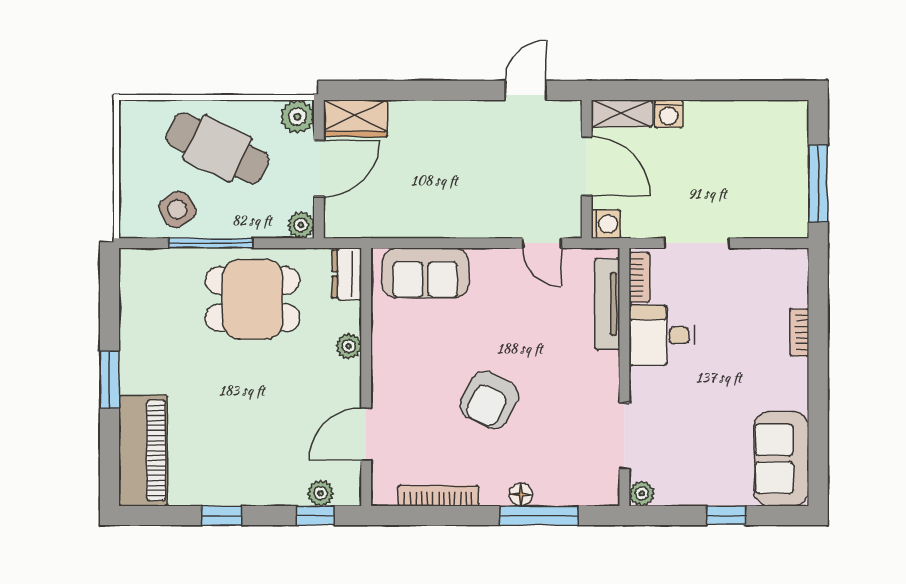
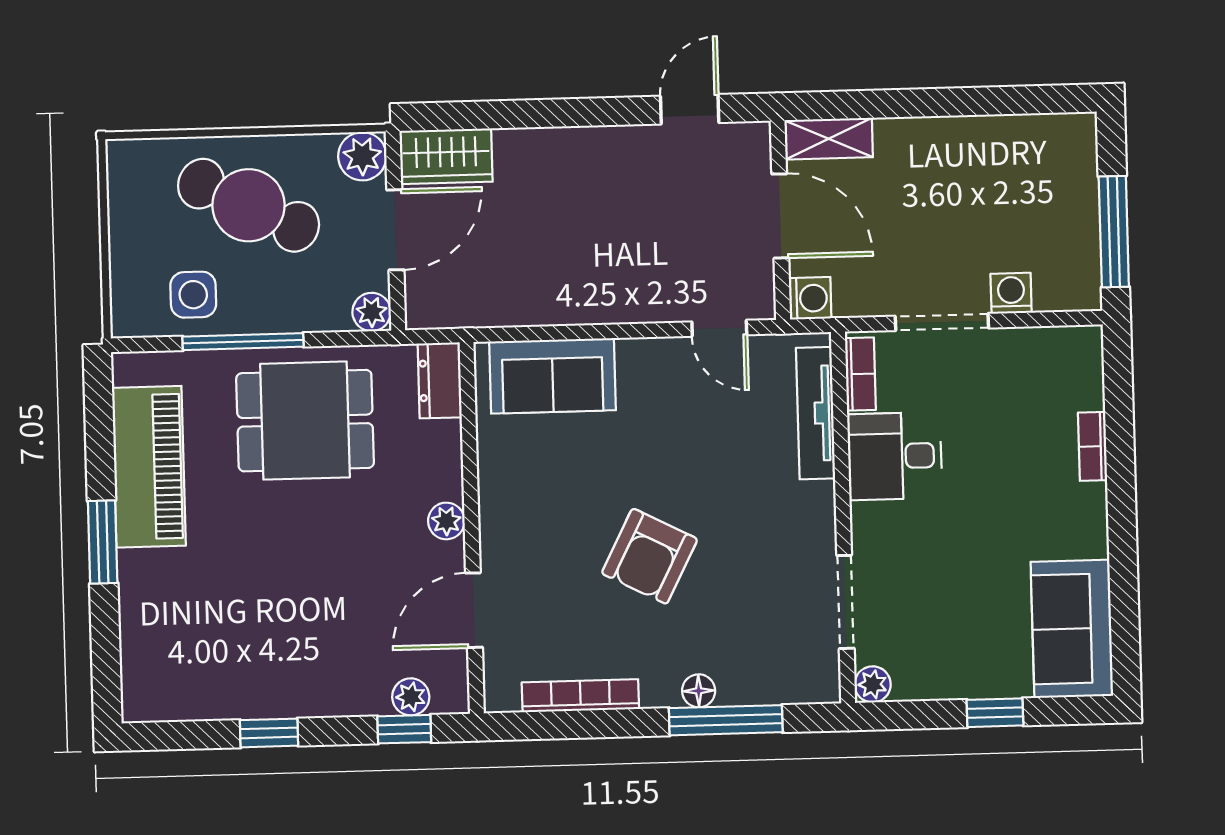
washing machine: (669, 114) -> (1011, 293), moved, turned 180
side table: (177, 210) -> (193, 295), turned 33
plant: (349, 346) -> (446, 521), moved
piano: (143, 451) -> (149, 467), moved

